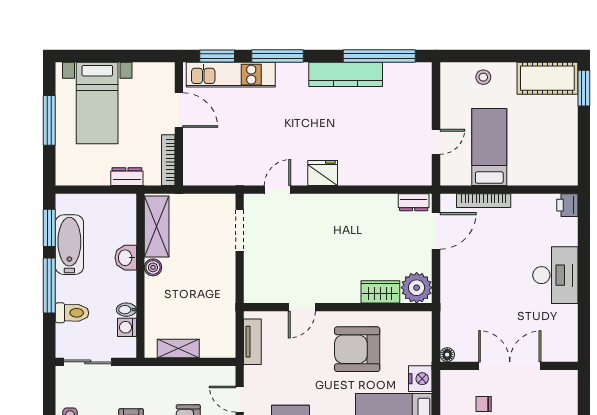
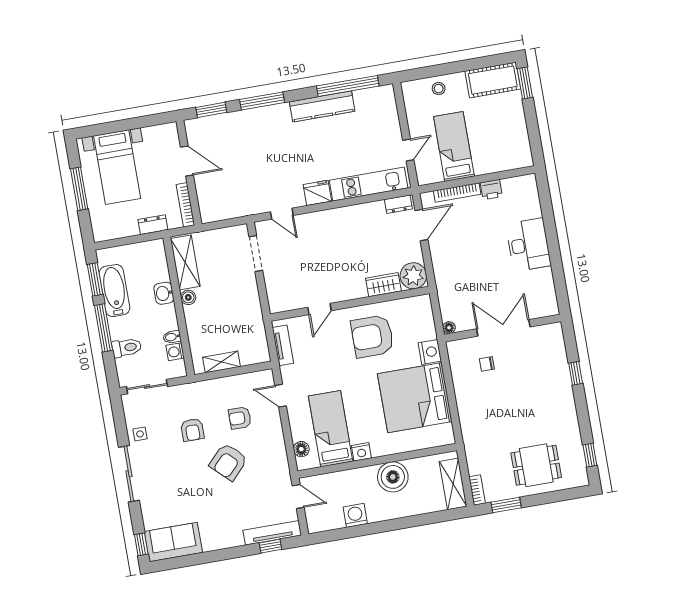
kitchen unit: (231, 75) -> (369, 184), moved, turned 180
door: (278, 190) -> (282, 214), swing flipped
printer: (567, 205) -> (491, 190), moved, turned -90

